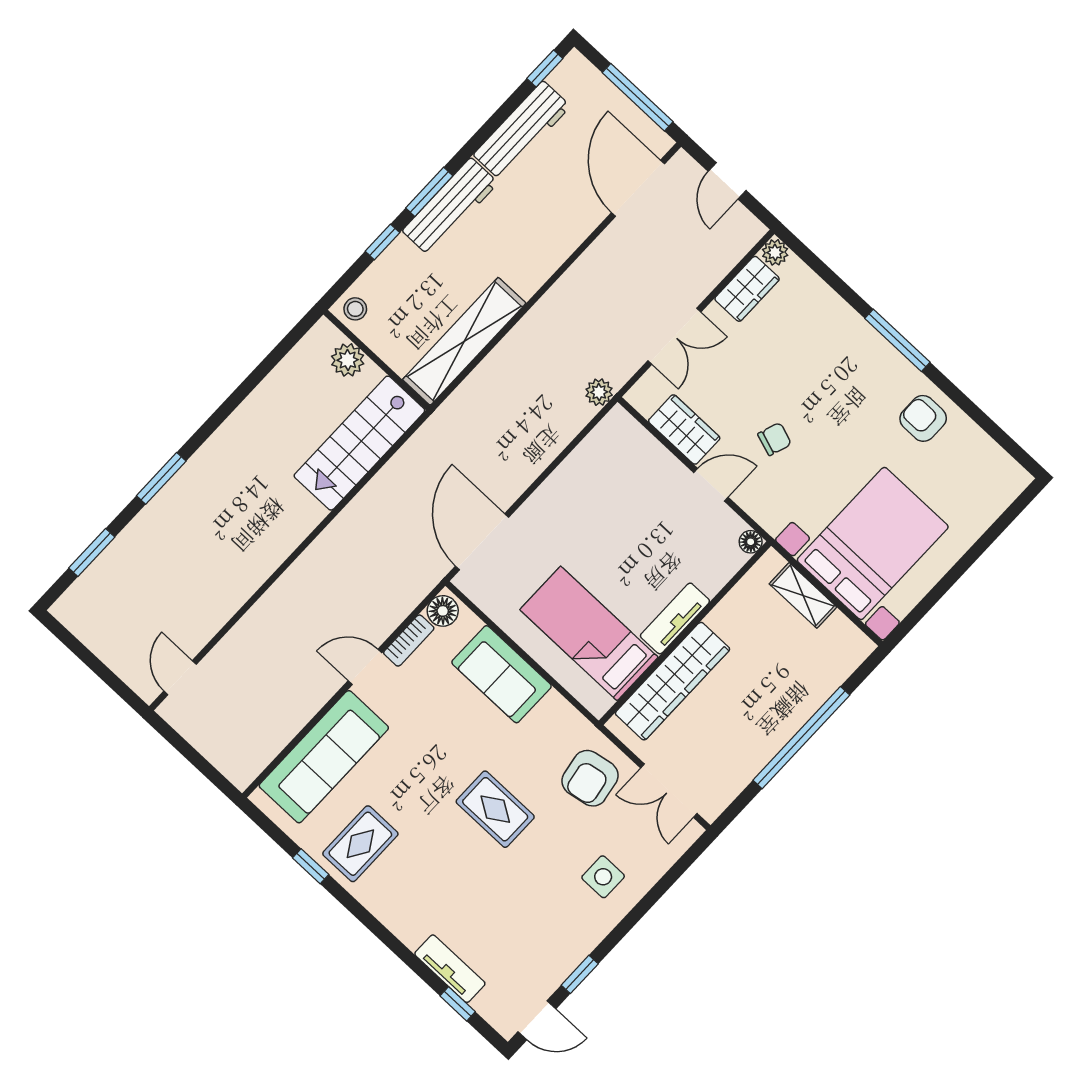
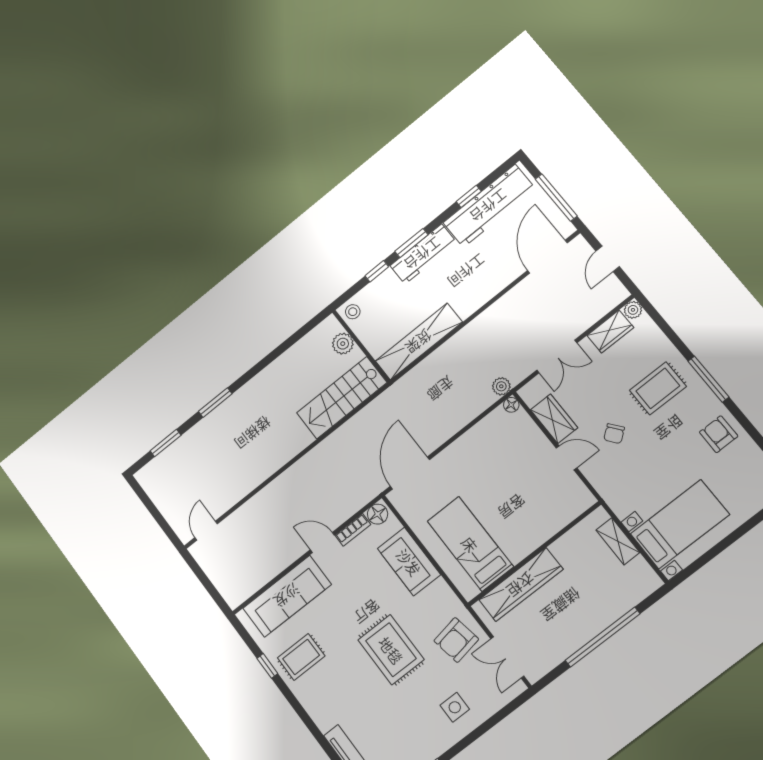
window: (545, 68) -> (469, 196), moved
workbench: (522, 131) -> (489, 206), width x1.36, depth x1.32
rug: (828, 364) -> (658, 388), added
chair: (775, 439) -> (614, 434), turned 123
floor lamp: (751, 542) -> (511, 405), moved
bed with nightstands: (873, 543) -> (680, 524), width x0.73
tv unit: (675, 618) -> (529, 543), removed
rug: (495, 809) -> (391, 650), width x1.36, depth x1.43

